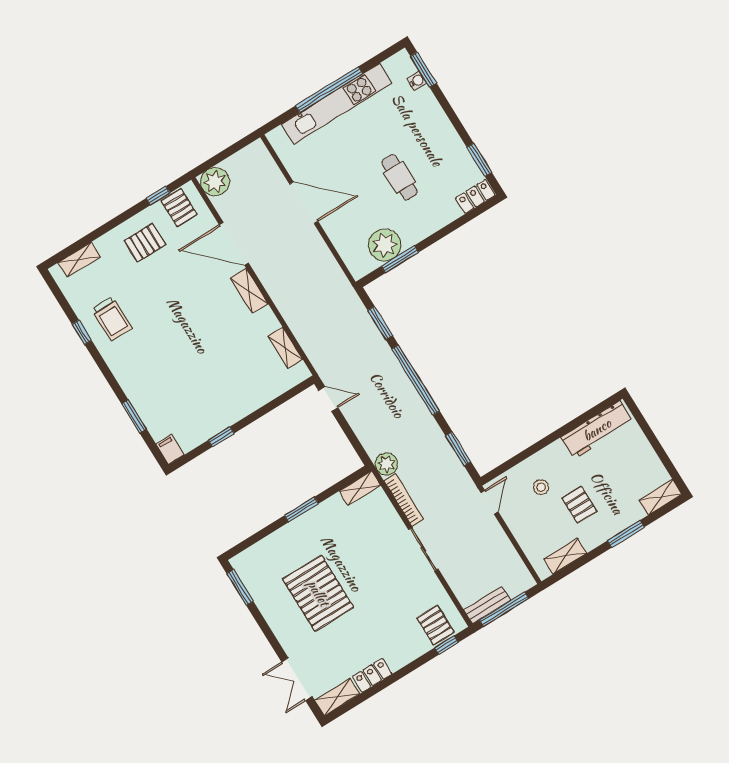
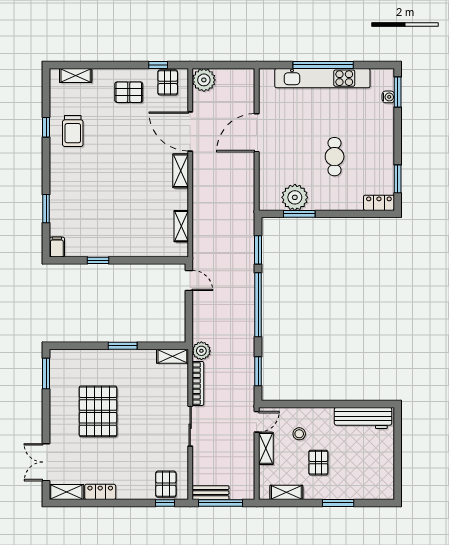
door: (304, 203) -> (257, 133), swing flipped
shelving: (661, 497) -> (266, 448), moved, turned 90

